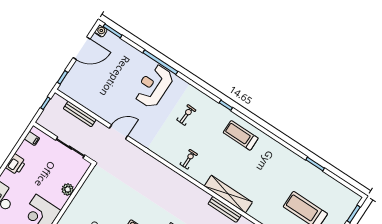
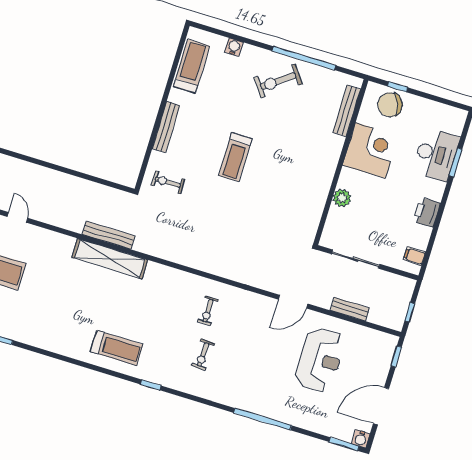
reception desk: (154, 86) -> (320, 360), moved
bench: (80, 114) -> (350, 309), width x0.73
exercise bike: (189, 159) -> (208, 311), moved

